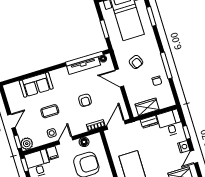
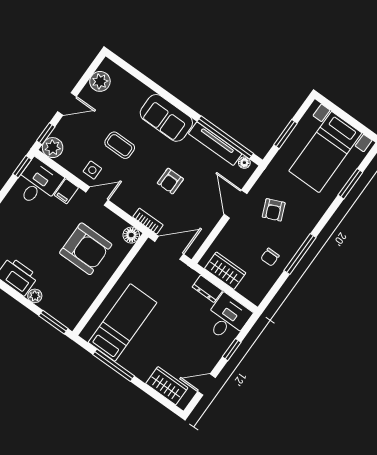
sofa: (36, 85) -> (166, 118), moved
plant: (13, 97) -> (100, 81), added
floor lamp: (84, 142) -> (131, 235), moved
nightstand: (184, 147) -> (209, 361), removed

